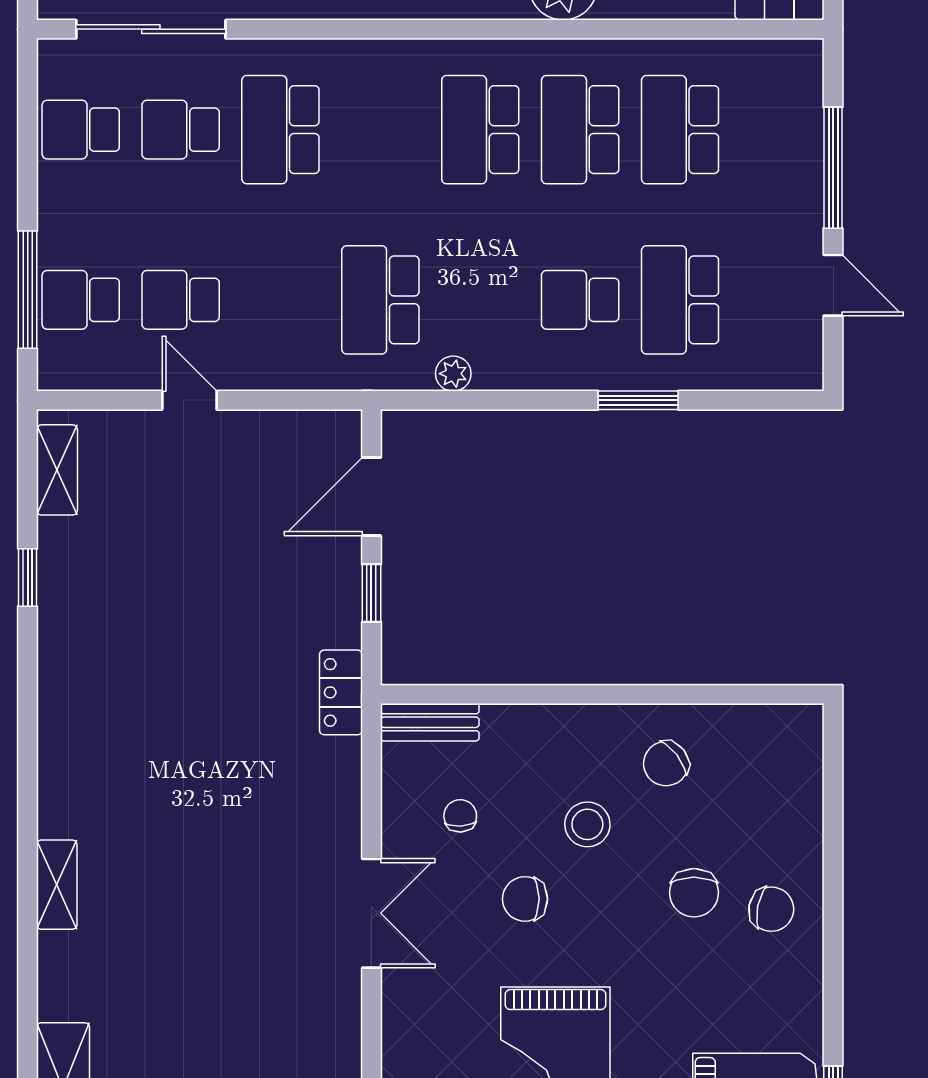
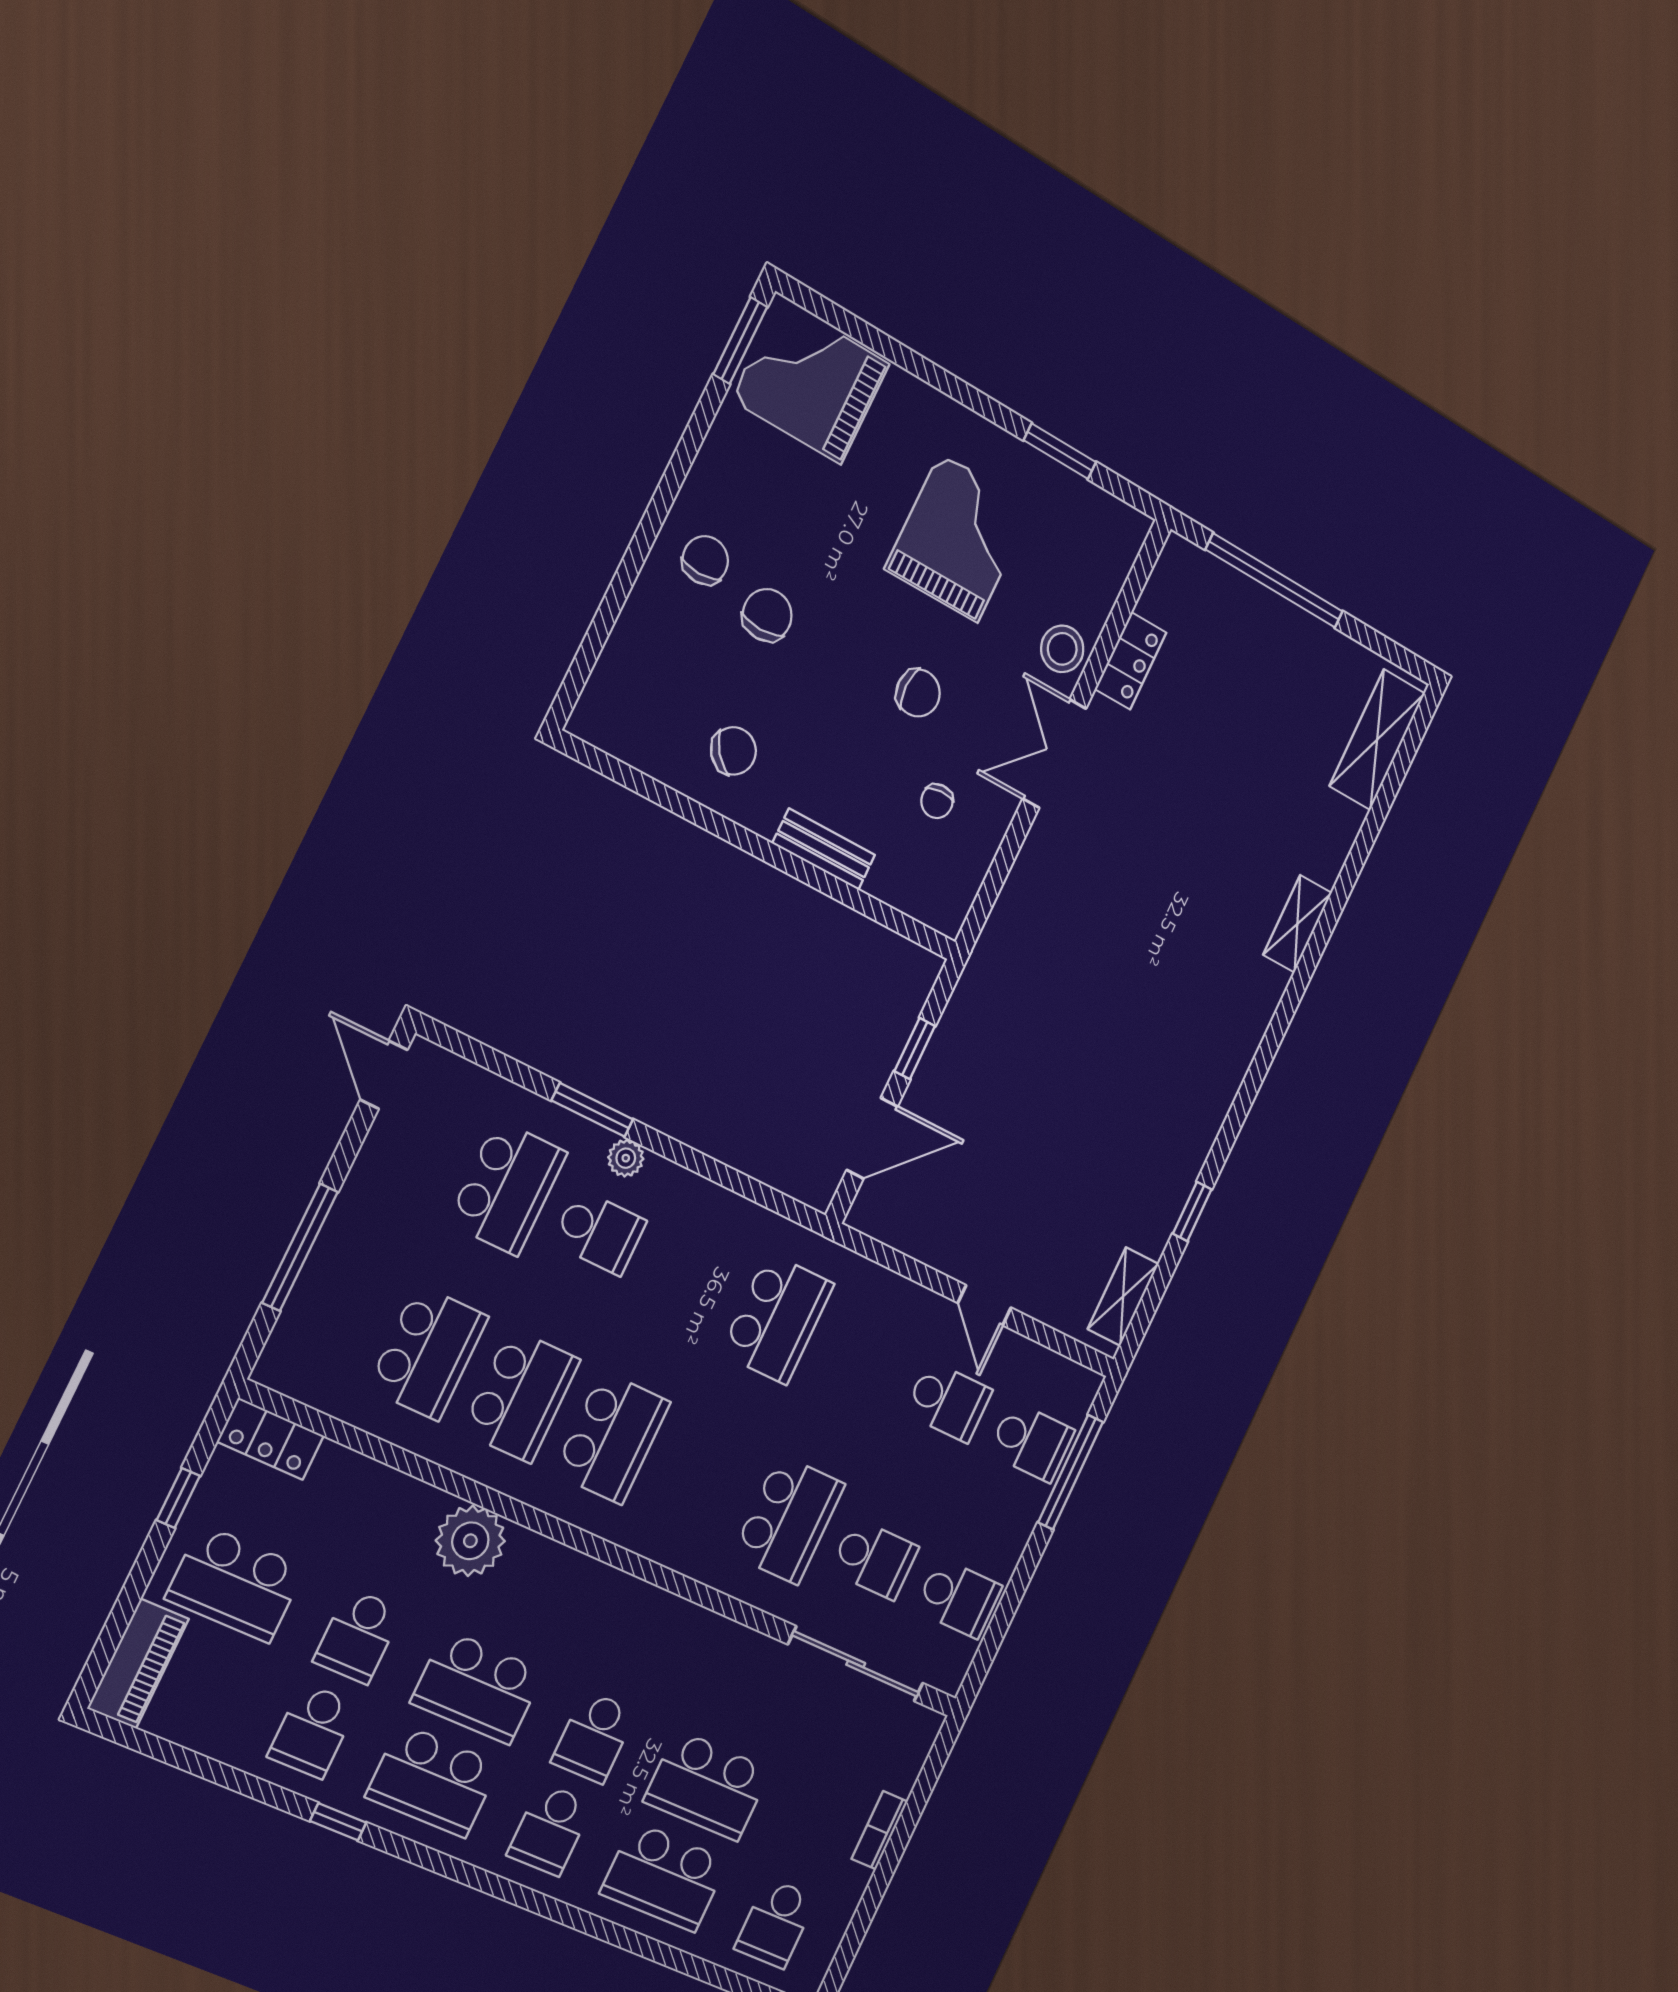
door: (833, 285) -> (384, 1075), moved
plant: (453, 374) -> (626, 1158), moved
locker: (341, 692) -> (1131, 661), moved
bench: (430, 722) -> (824, 849), moved
stool: (587, 824) -> (1062, 649), moved
chair: (771, 909) -> (705, 560), turned 79

